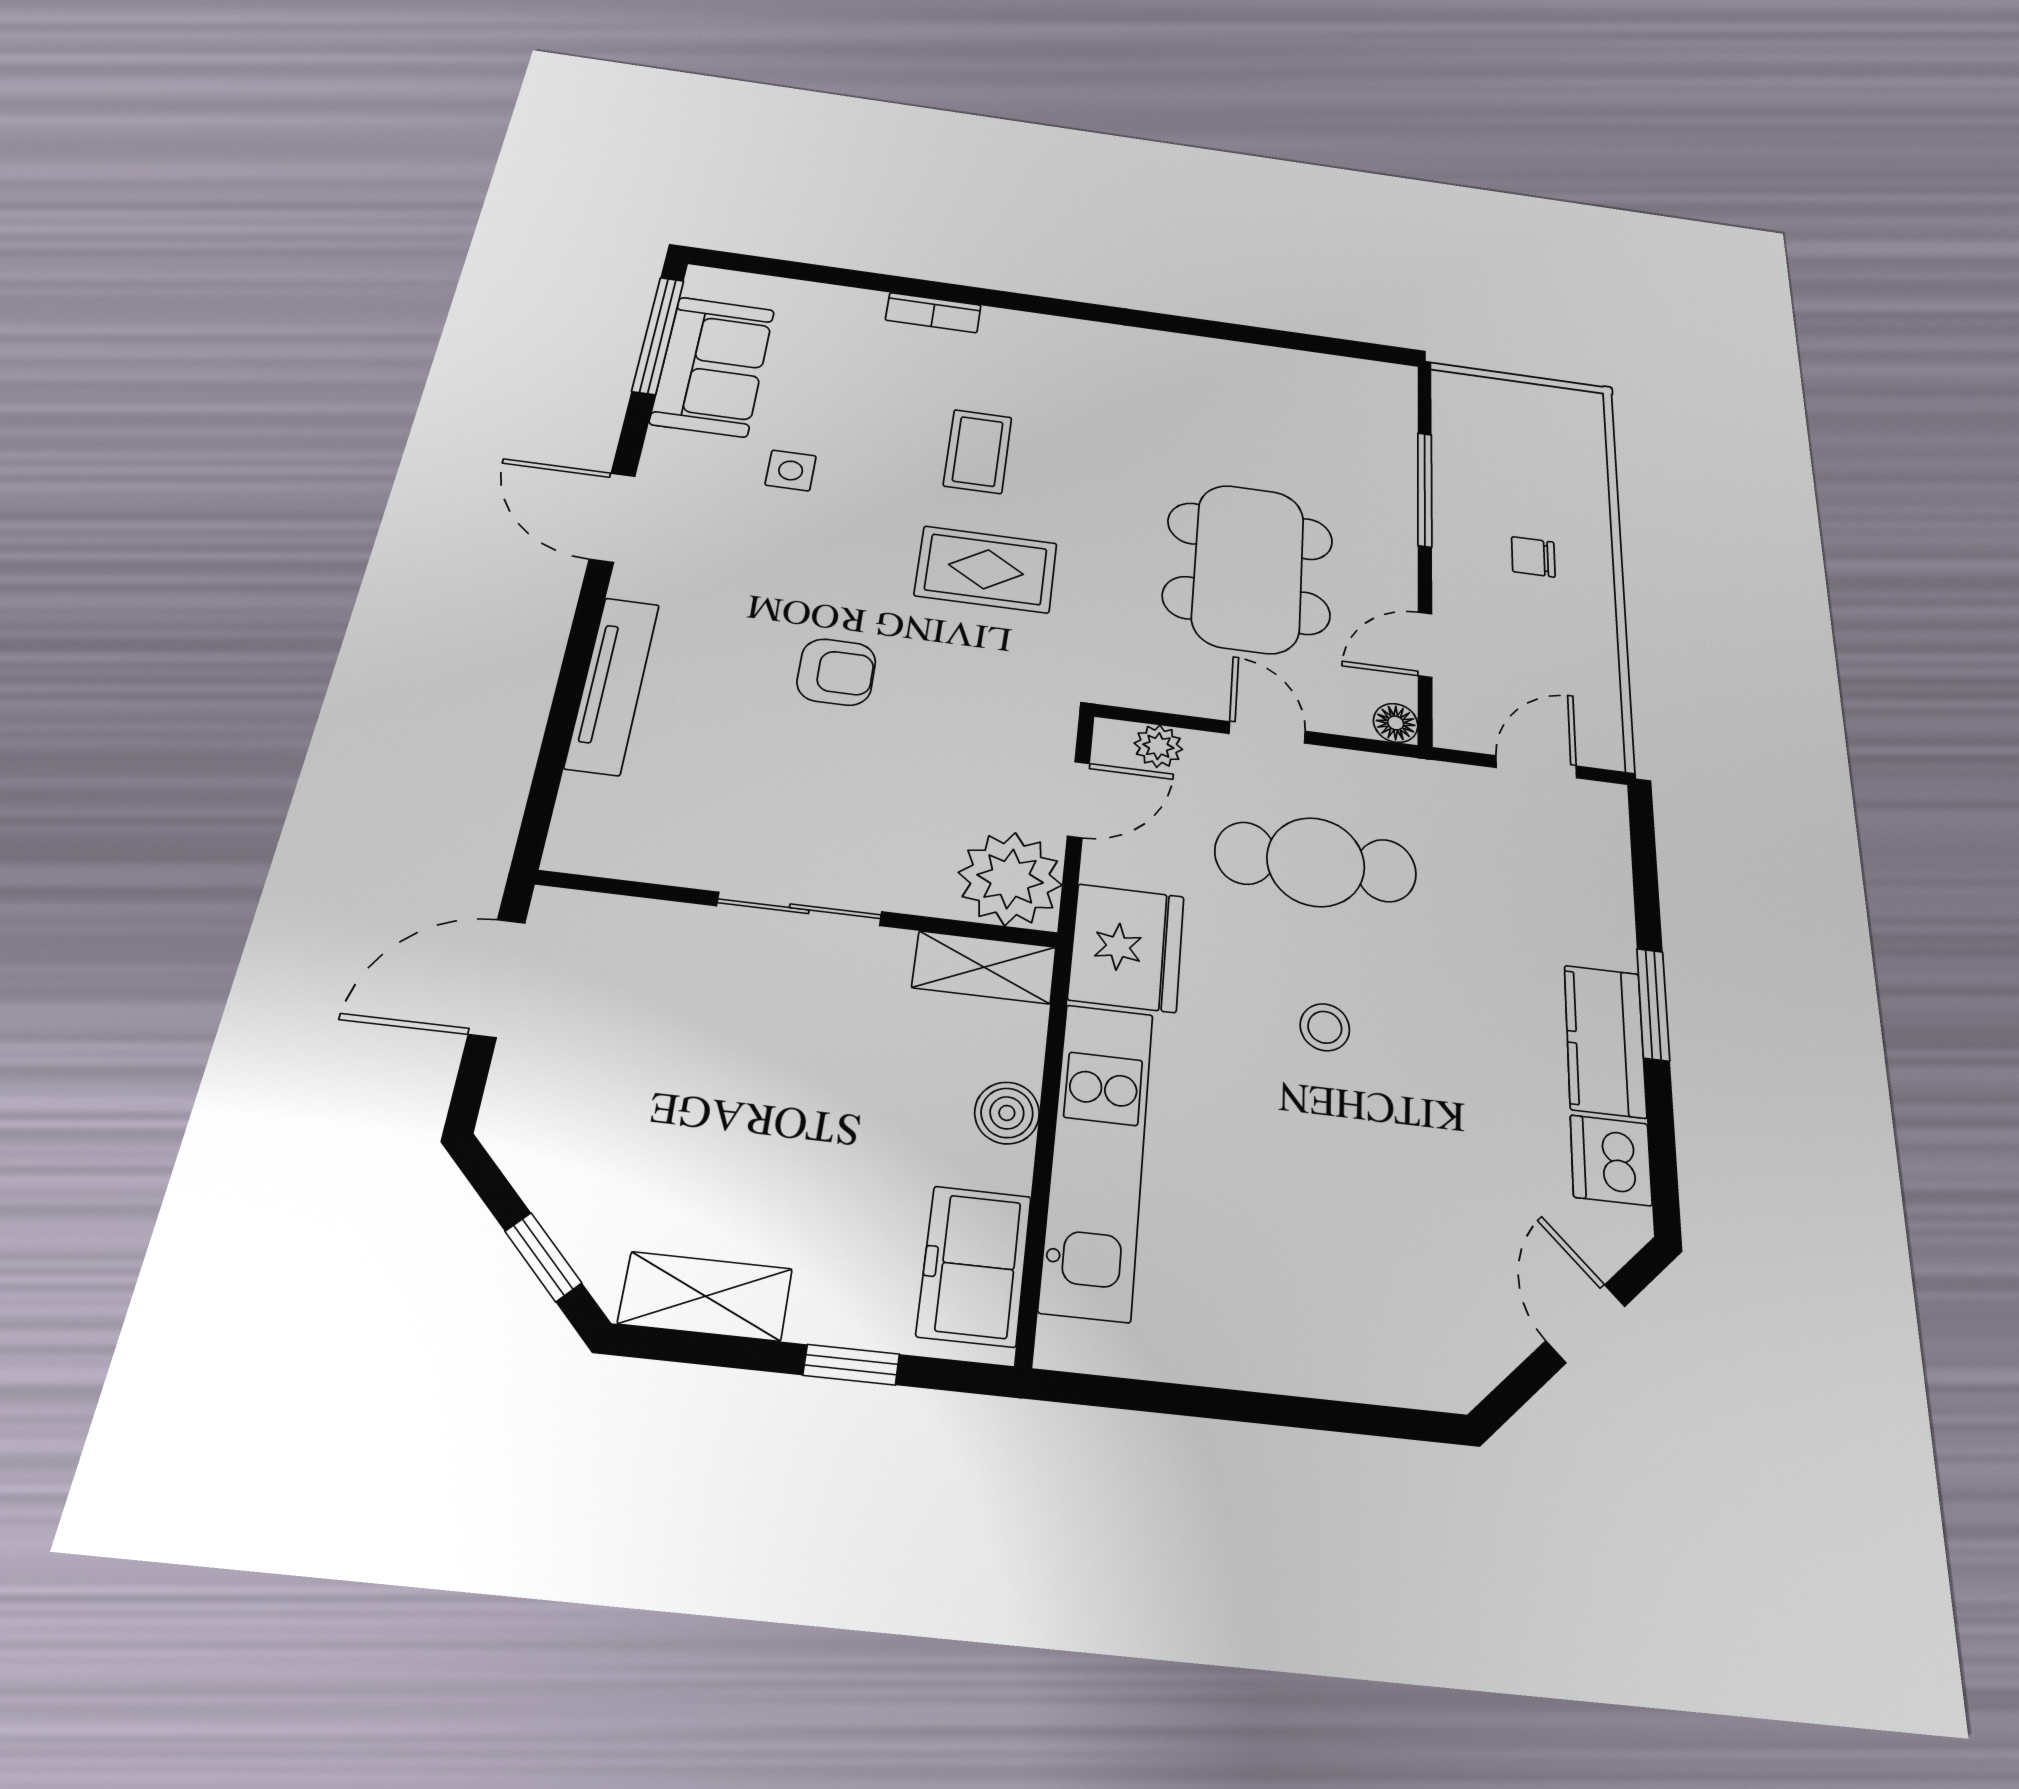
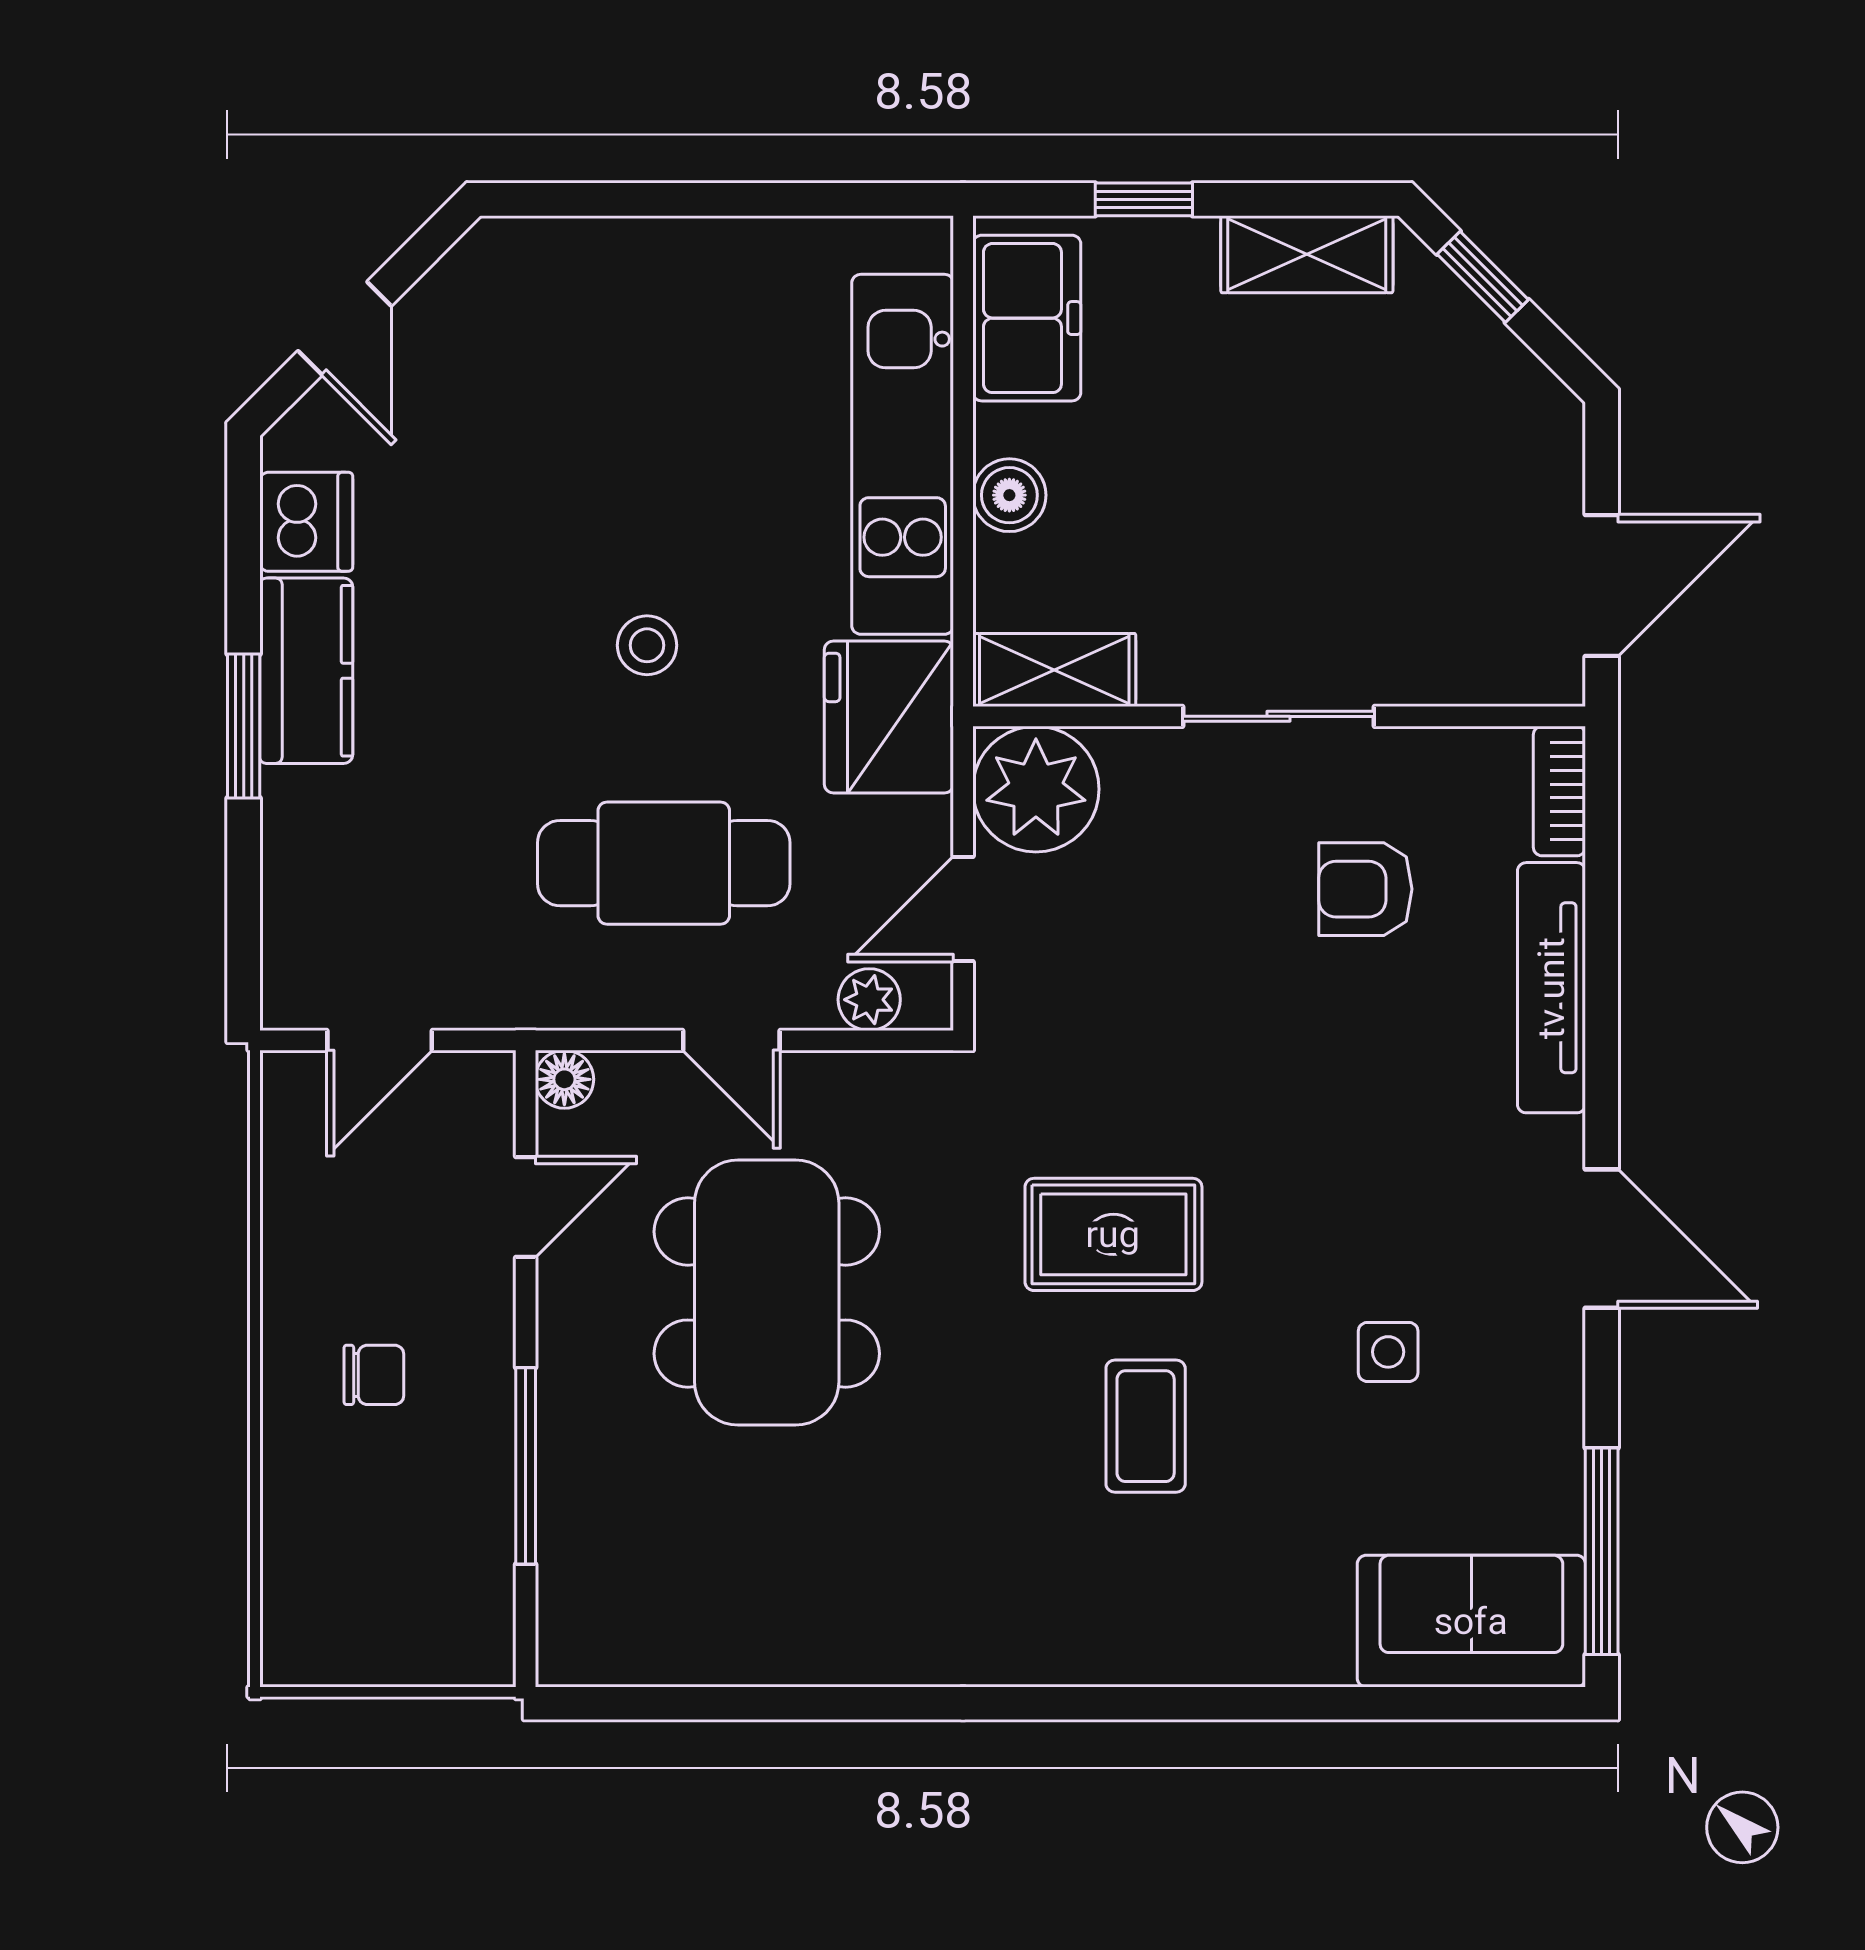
bookcase: (933, 313) -> (1559, 791), moved, turned -90
sofa: (713, 366) -> (1471, 1621), moved, turned 90
armchair: (836, 672) -> (1365, 889), moved

